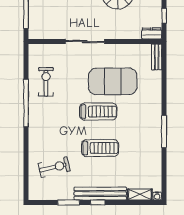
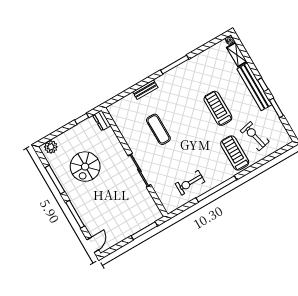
bench: (157, 57) -> (145, 90), moved
exercise mat: (113, 81) -> (158, 129), width x0.50, depth x0.69
treadmill: (98, 112) -> (235, 153), moved

